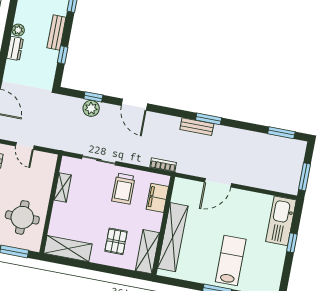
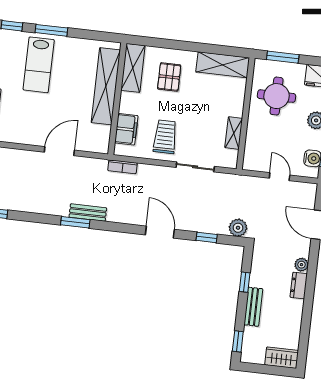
plant: (18, 30) -> (301, 265), moved
plant: (91, 108) -> (238, 228), moved

